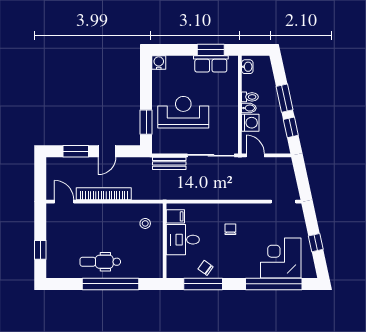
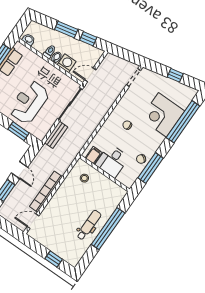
corner desk: (281, 258) -> (162, 115), moved
dental chair: (100, 262) -> (89, 225), turned 180

